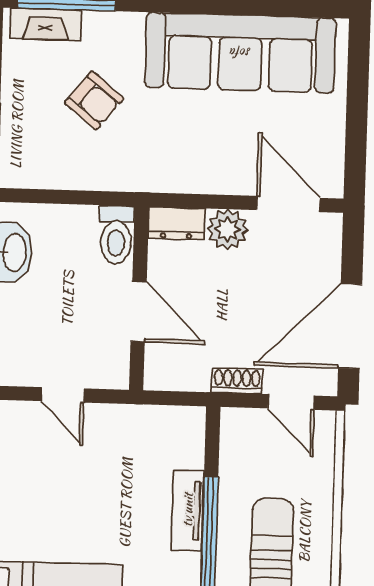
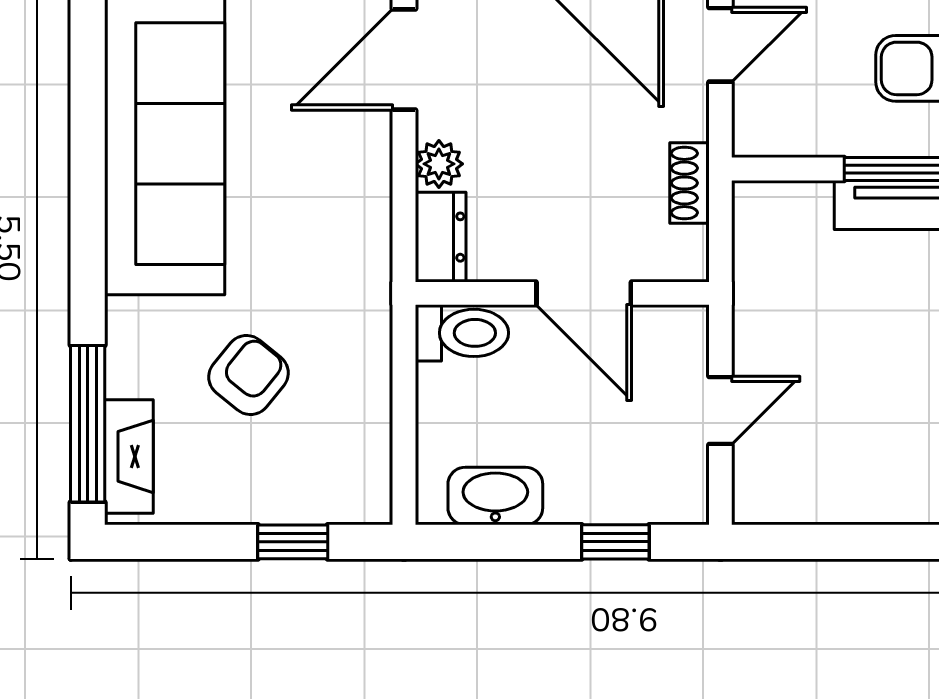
plant: (228, 229) -> (439, 164), width x0.73, depth x0.73
door: (139, 312) -> (584, 293), swing flipped
shoe rack: (237, 381) -> (690, 183), moved

